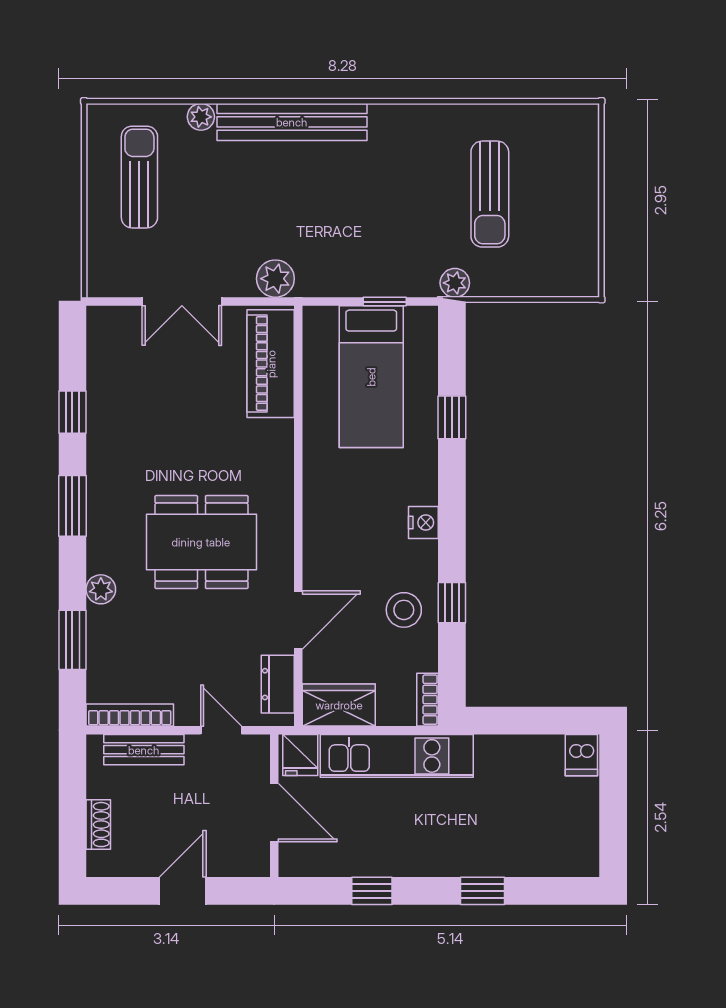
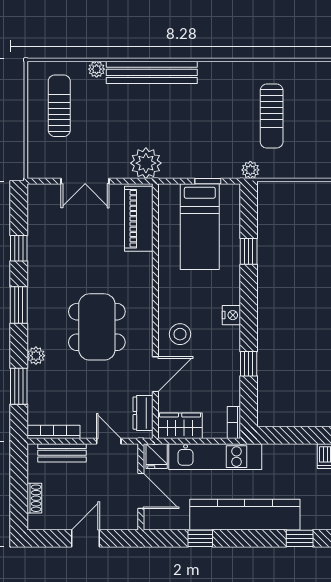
plant: (275, 279) -> (146, 163), width x1.36, depth x1.36
dining table: (201, 542) -> (97, 327), turned 90
stool: (404, 610) -> (180, 334), moved
kitchen counter: (446, 852) -> (245, 515), added
window: (482, 891) -> (300, 538), moved

